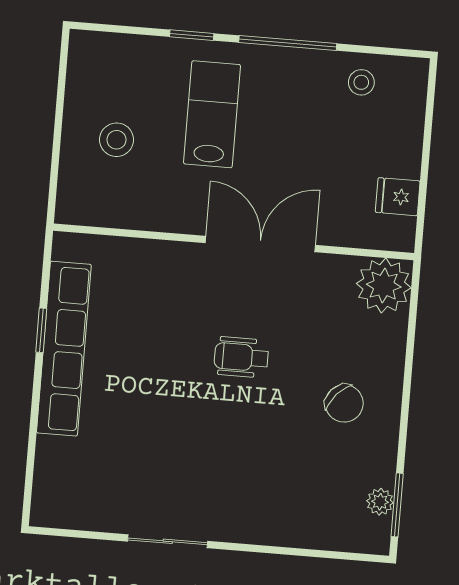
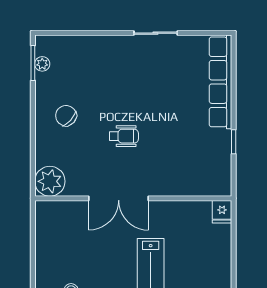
stool: (117, 140) -> (201, 248), removed
fridge: (398, 197) -> (222, 212), moved, turned 90
row of seats: (64, 349) -> (220, 82), moved

